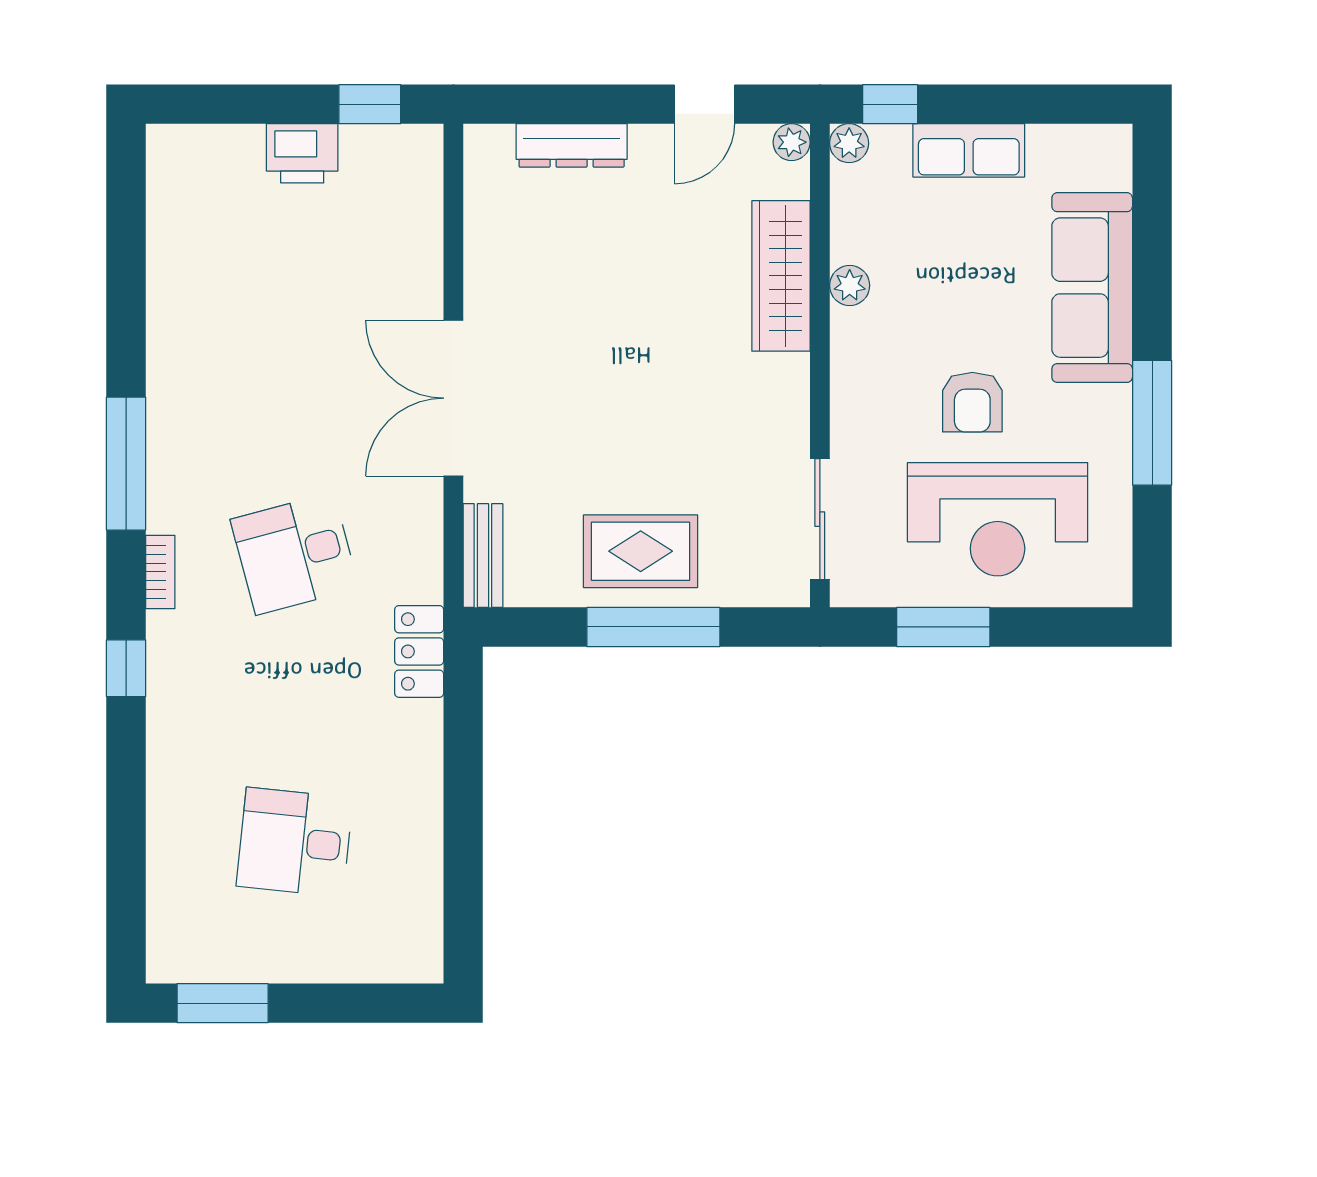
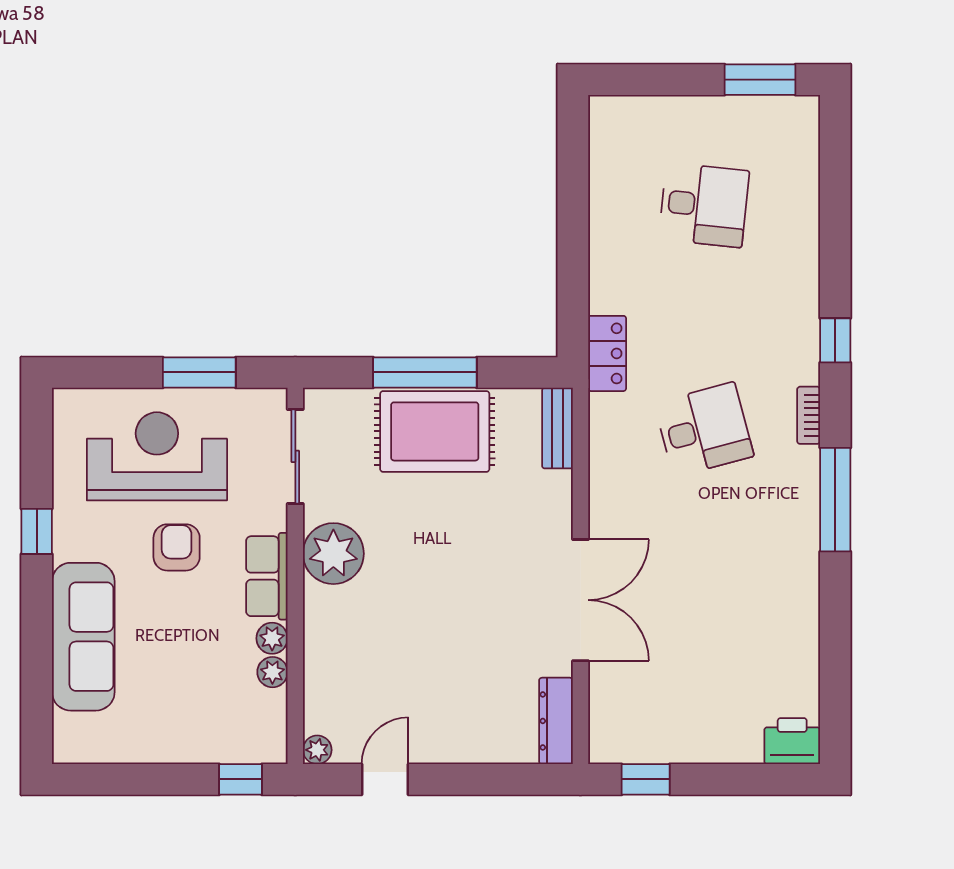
plant: (849, 143) -> (272, 672), moved
dresser: (572, 145) -> (556, 721), moved, turned -90
row of seats: (969, 150) -> (267, 576), moved, turned -90
printer: (302, 153) -> (792, 741), moved
wardrobe: (781, 276) -> (326, 646), removed
plant: (771, 394) -> (333, 554), added
double door: (453, 398) -> (580, 600), moved
window: (1152, 423) -> (37, 531), width x0.46
rug: (641, 551) -> (435, 431), width x1.36, depth x1.43

